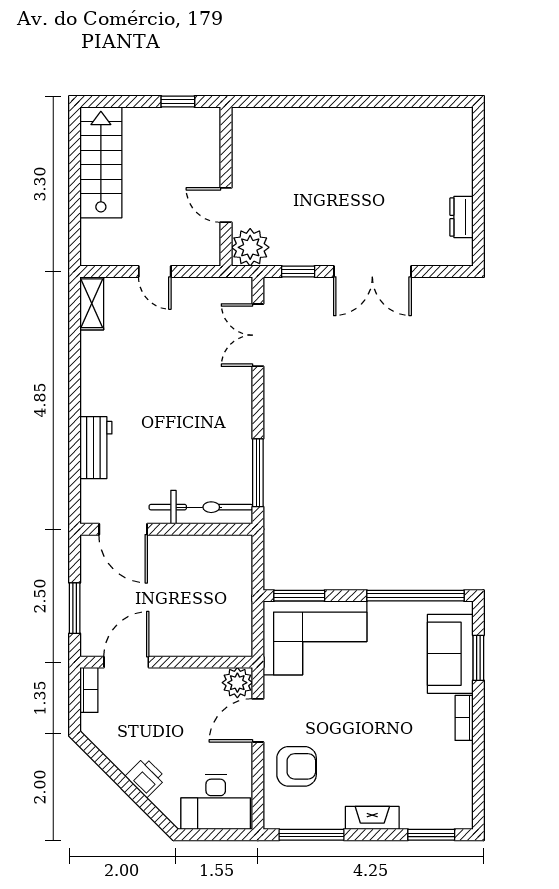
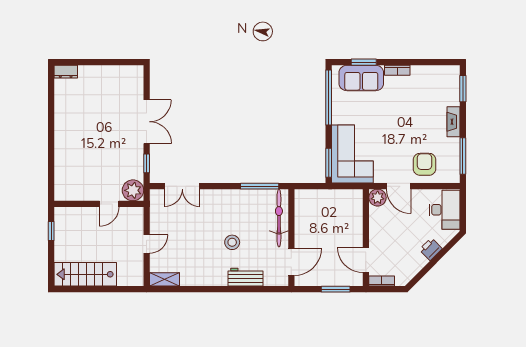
dresser: (461, 217) -> (66, 72), moved
stool: (158, 424) -> (232, 242), added

